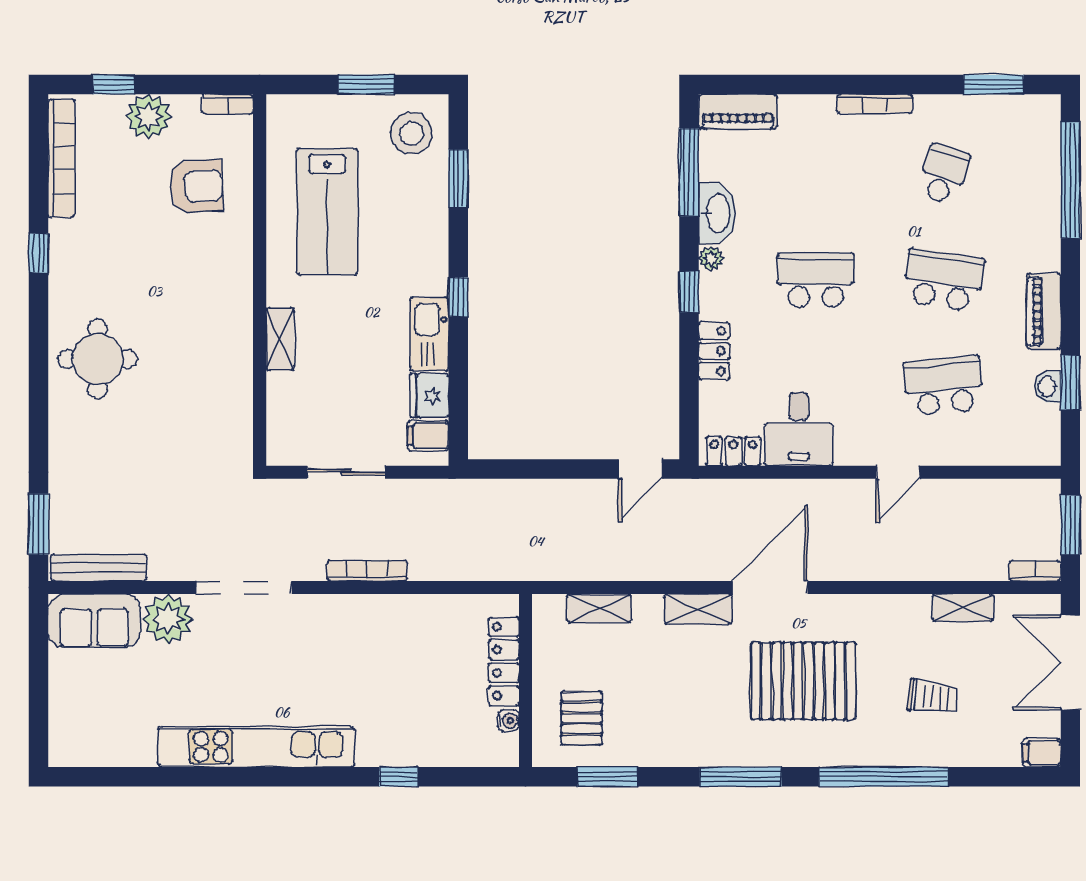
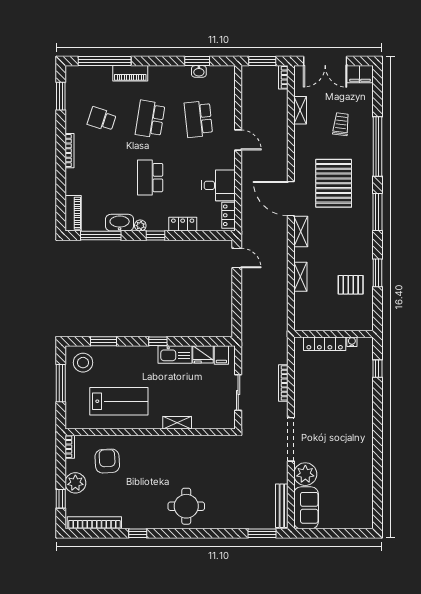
window: (366, 84) -> (61, 383), width x1.44
piano: (1044, 311) -> (130, 73), moved
locker: (504, 661) -> (325, 344), moved
wall: (526, 680) -> (333, 334), moved
water cooler: (508, 721) -> (352, 342), moved
kitchen unit: (256, 747) -> (364, 434), removed
filing cabinet: (1042, 753) -> (360, 74), width x2.00

